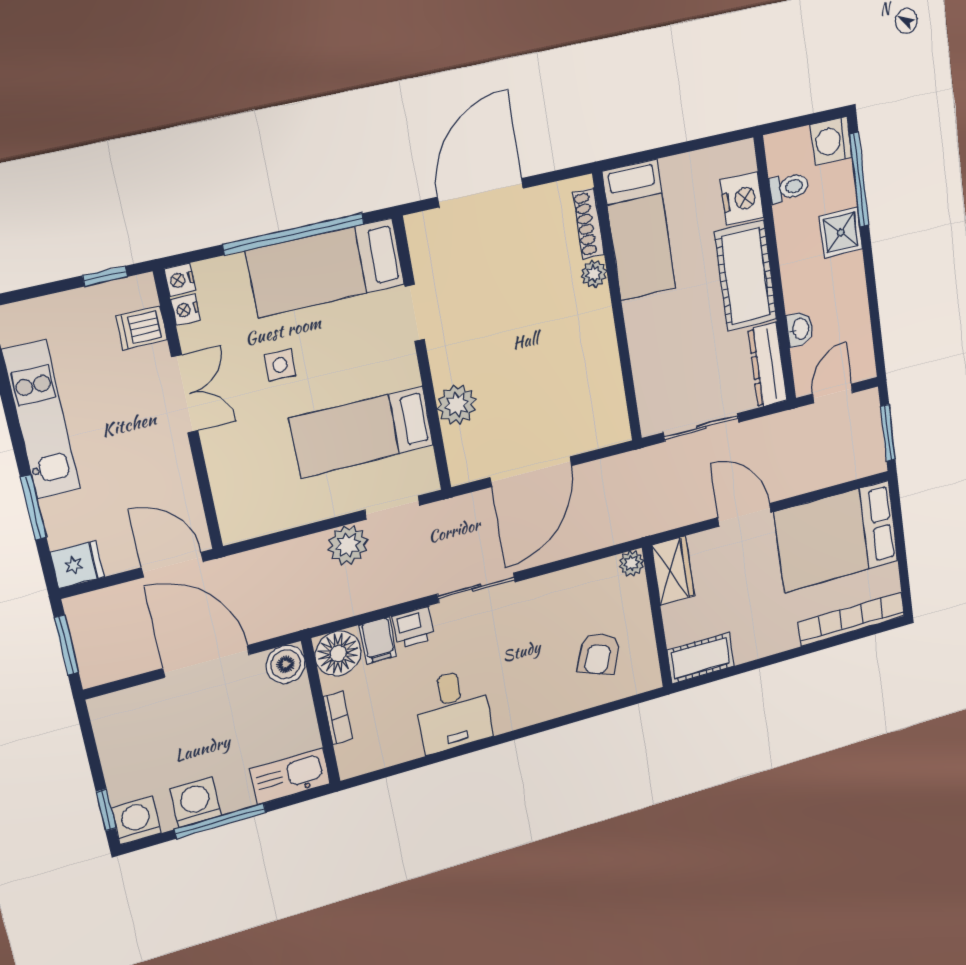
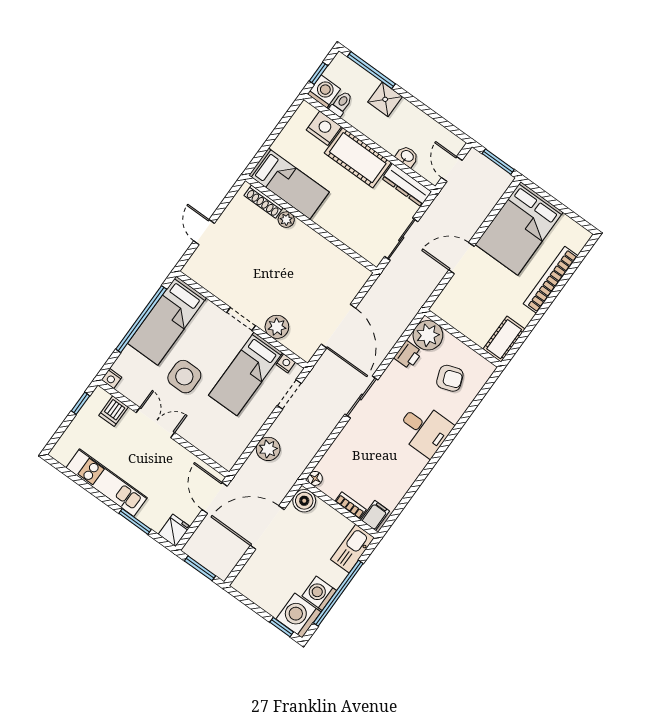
window: (799, 122) -> (319, 73), added
washing machine: (831, 141) -> (324, 91), moved, turned 180
door: (480, 193) -> (204, 232), width x0.53
nightstand: (185, 310) -> (286, 363), moved, turned 180
doorway: (415, 313) -> (241, 319), moved
side table: (280, 365) -> (184, 377), width x1.87, depth x1.87
plant: (348, 545) -> (268, 449), moved
plant: (631, 564) -> (428, 335), width x1.87, depth x1.87
door: (172, 565) -> (215, 498), hinge flipped
wardrobe: (673, 571) -> (450, 312), removed
bookcase: (852, 619) -> (551, 280), moved
printer: (413, 627) -> (408, 355), moved
filing cabinet: (378, 640) -> (375, 515), moved, turned -90
floor lamp: (338, 653) -> (315, 478), width x0.53, depth x0.53
armchair: (599, 654) -> (450, 378), turned -40
desk: (453, 711) -> (424, 429), moved
washing machine: (136, 820) -> (298, 616), width x1.37, depth x1.37
window: (220, 821) -> (338, 593), width x1.46

